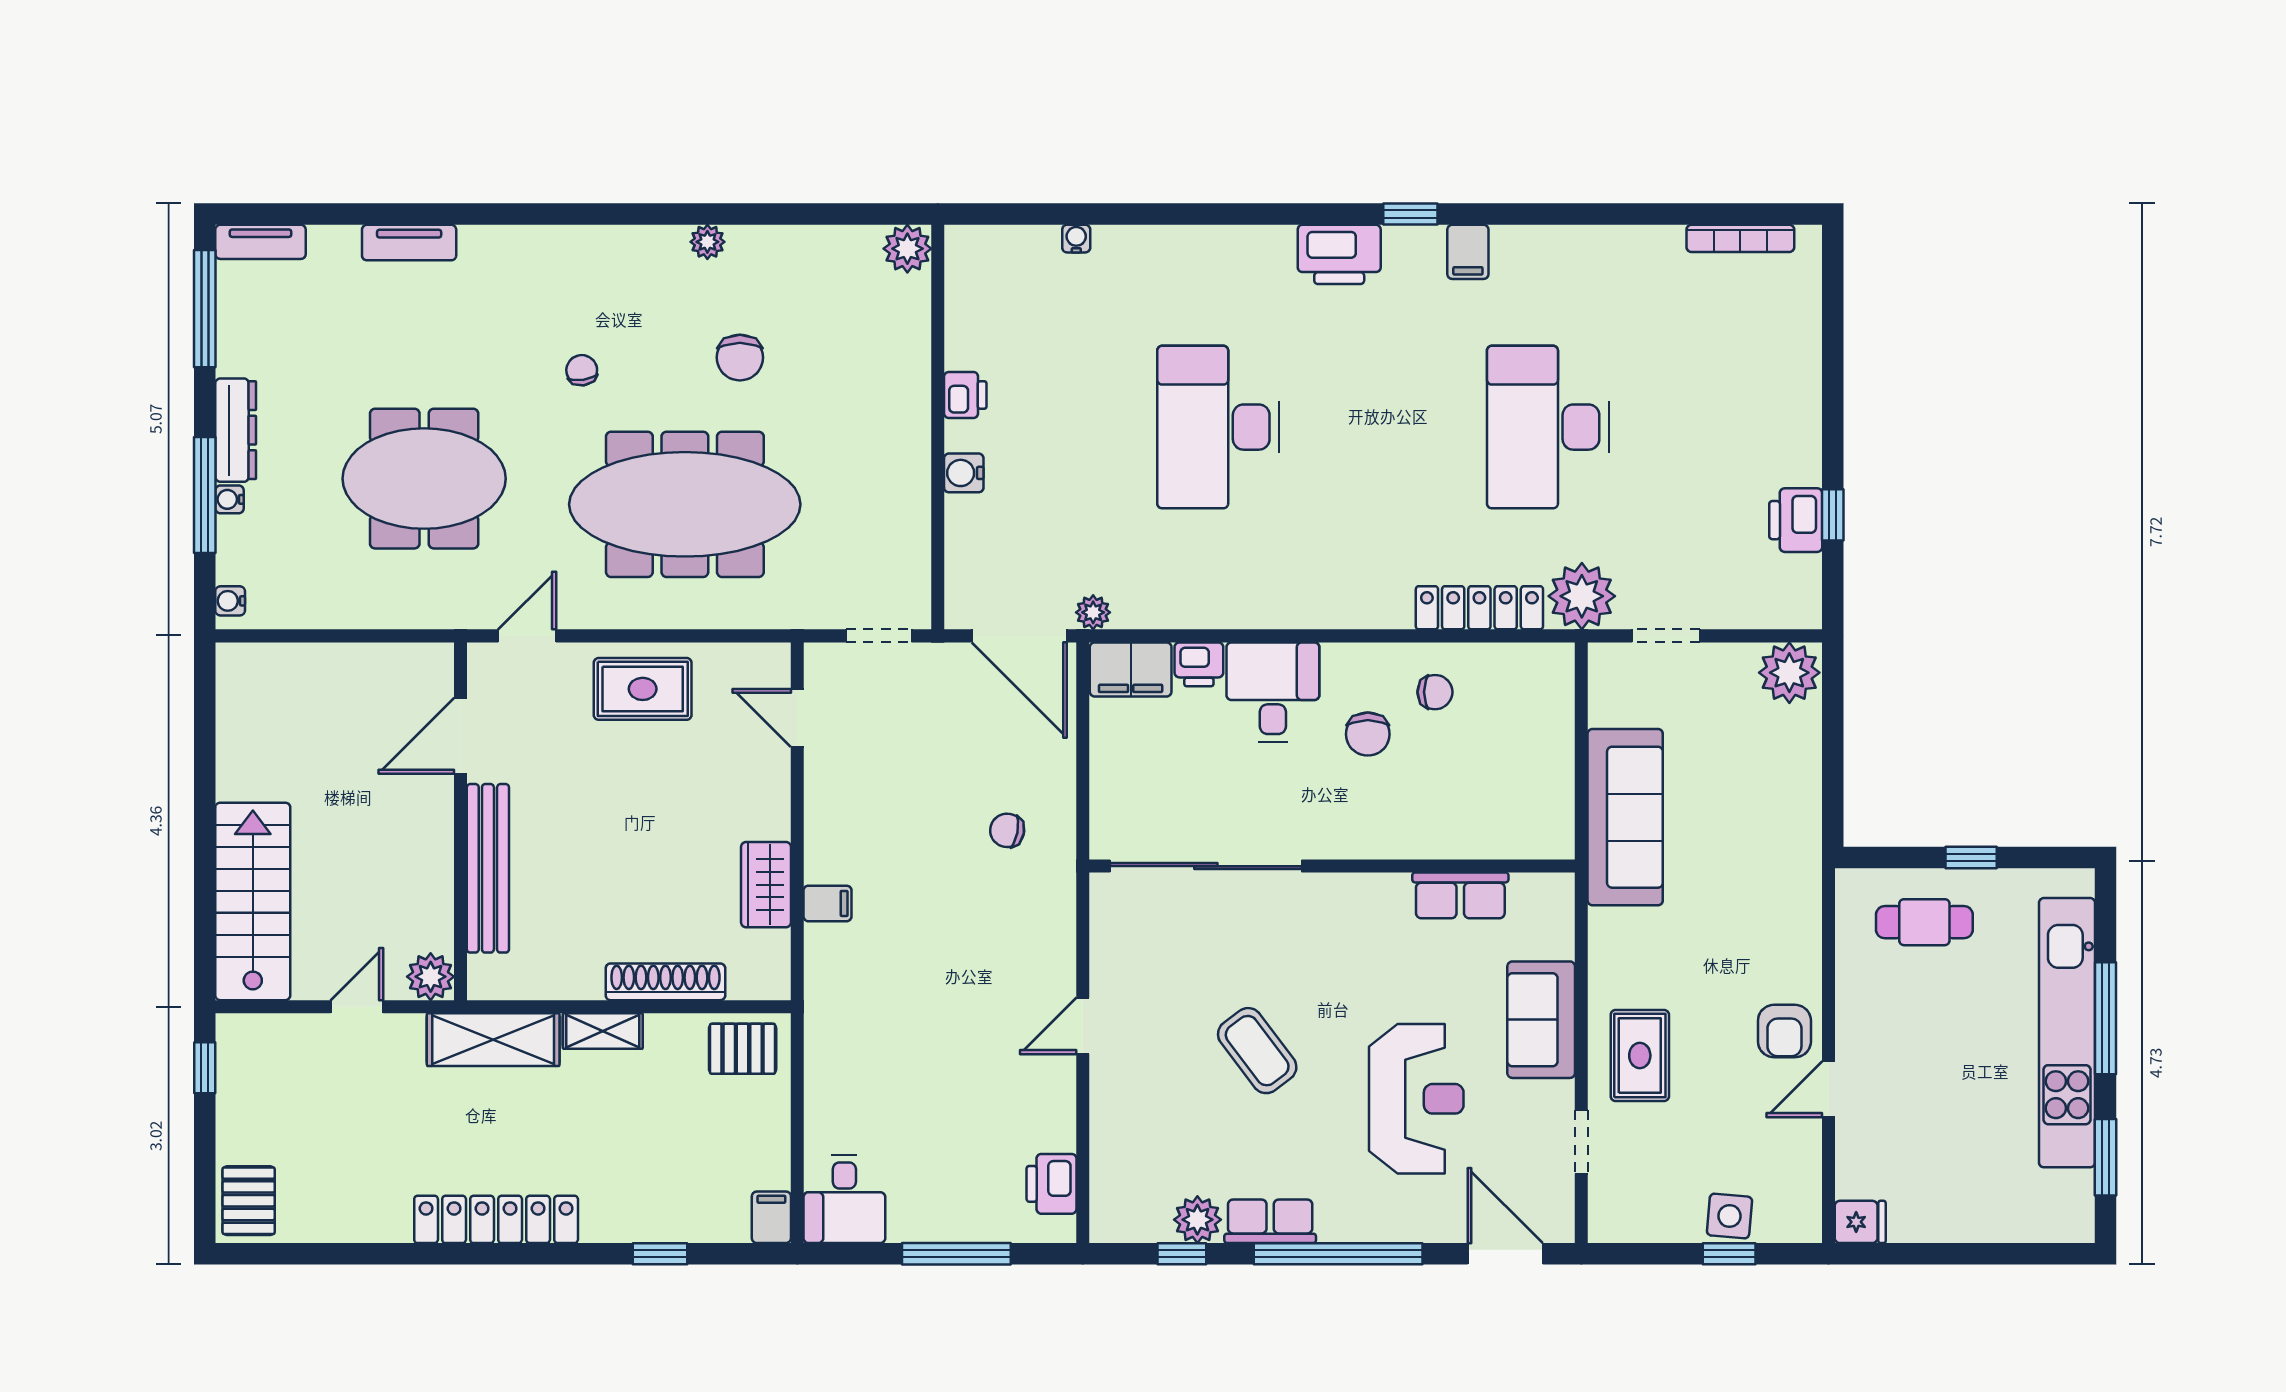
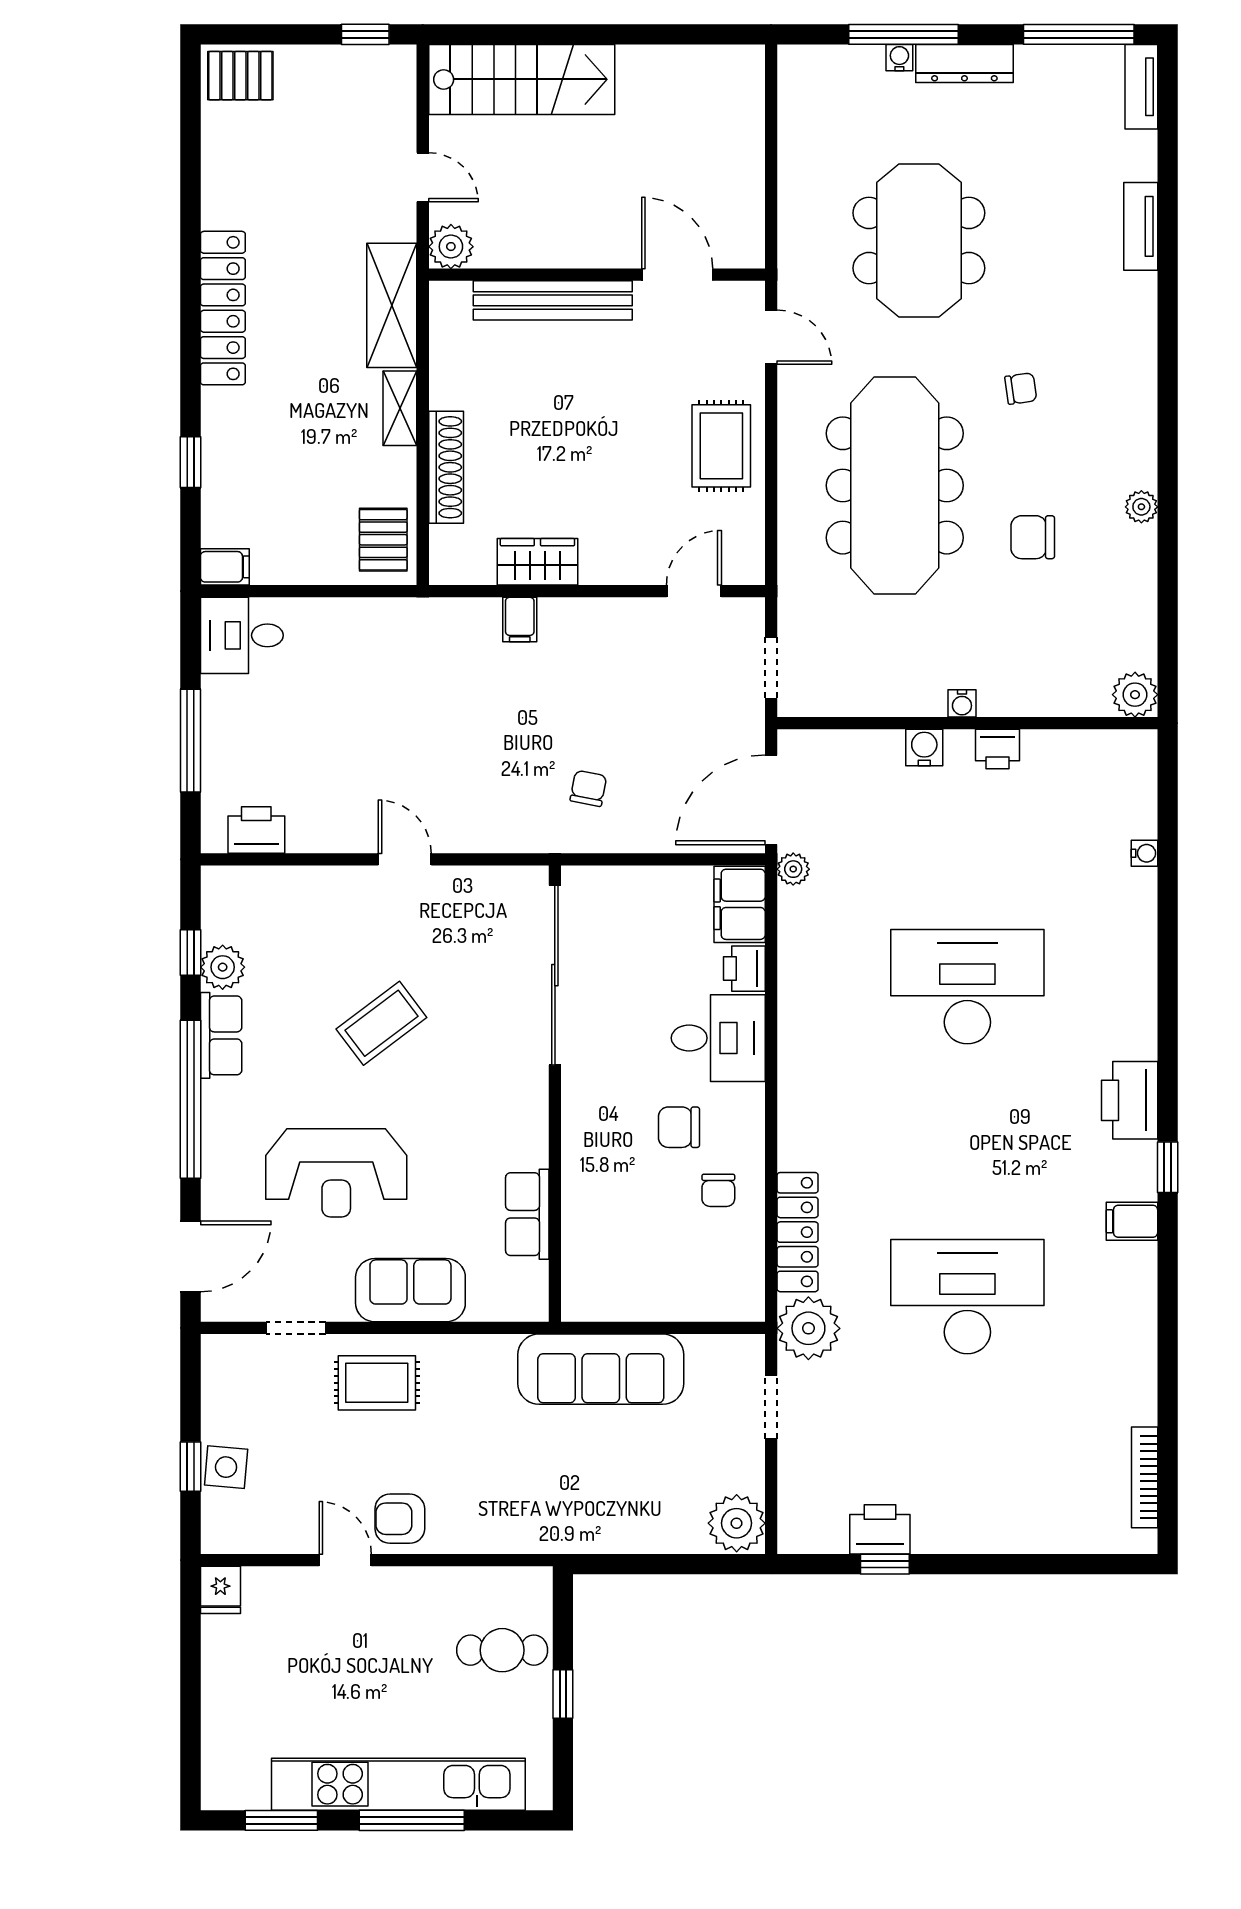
water cooler: (230, 601) -> (962, 703), moved, turned 180
cafe table: (1924, 922) -> (502, 1650), turned 90

